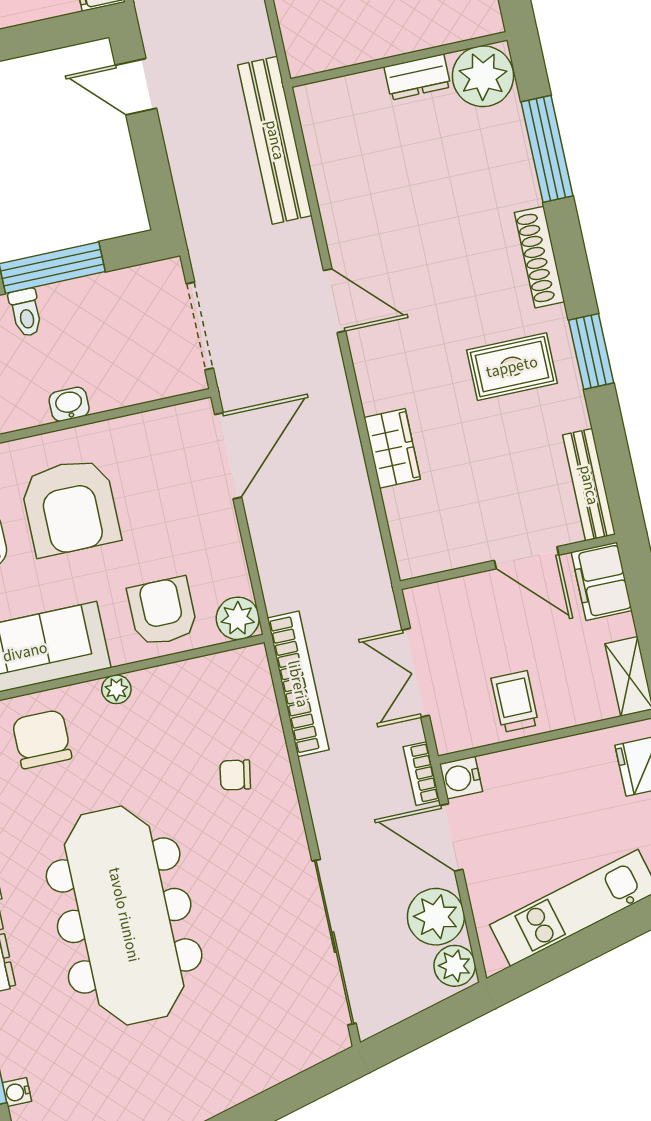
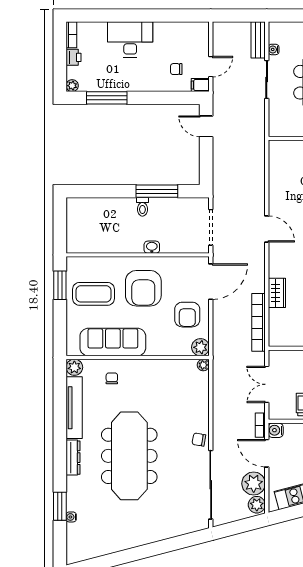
bench: (275, 140) -> (257, 160), removed
armchair: (163, 611) -> (187, 315), moved, turned 180
bookcase: (298, 684) -> (259, 322), moved, turned 180
plant: (116, 689) -> (203, 365), moved
chair: (42, 739) -> (112, 378), width x0.54, depth x0.54
chair: (235, 775) -> (199, 440), moved

